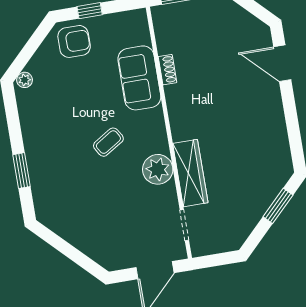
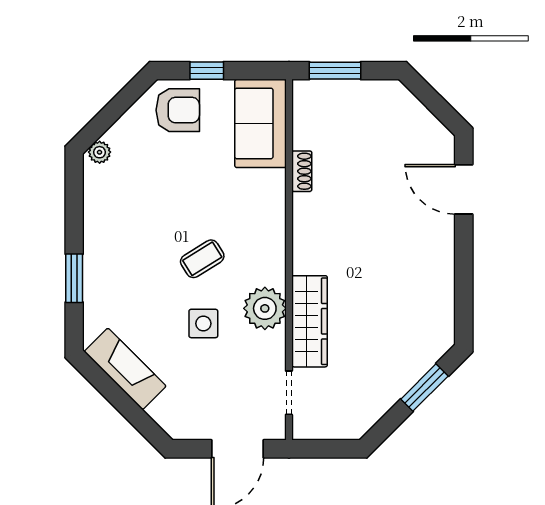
sofa: (139, 78) -> (261, 123), moved
side table: (117, 187) -> (203, 323), added
fireplace: (68, 228) -> (125, 369), added

